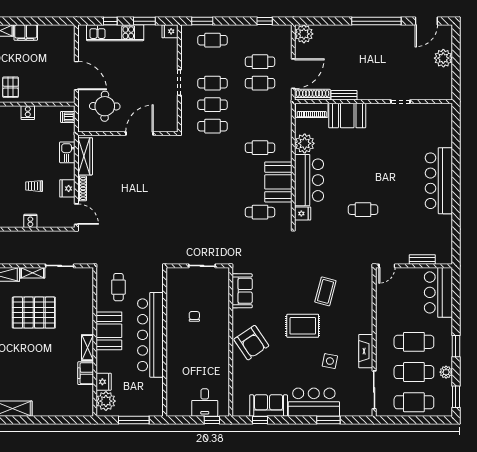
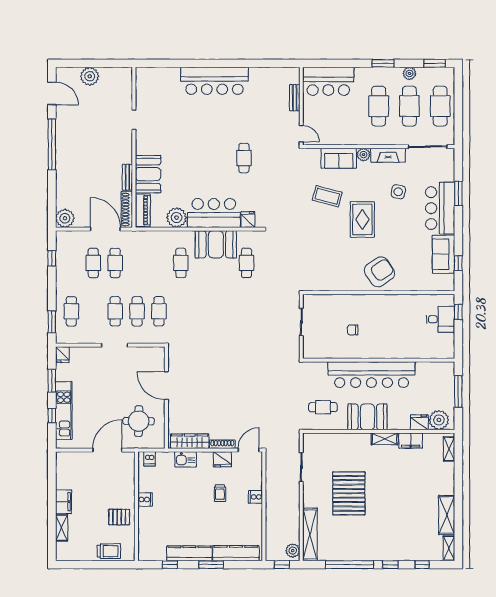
shelving: (33, 273) -> (449, 449), moved
sofa: (242, 291) -> (339, 158), moved, turned 180
plant: (366, 327) -> (364, 155), added

